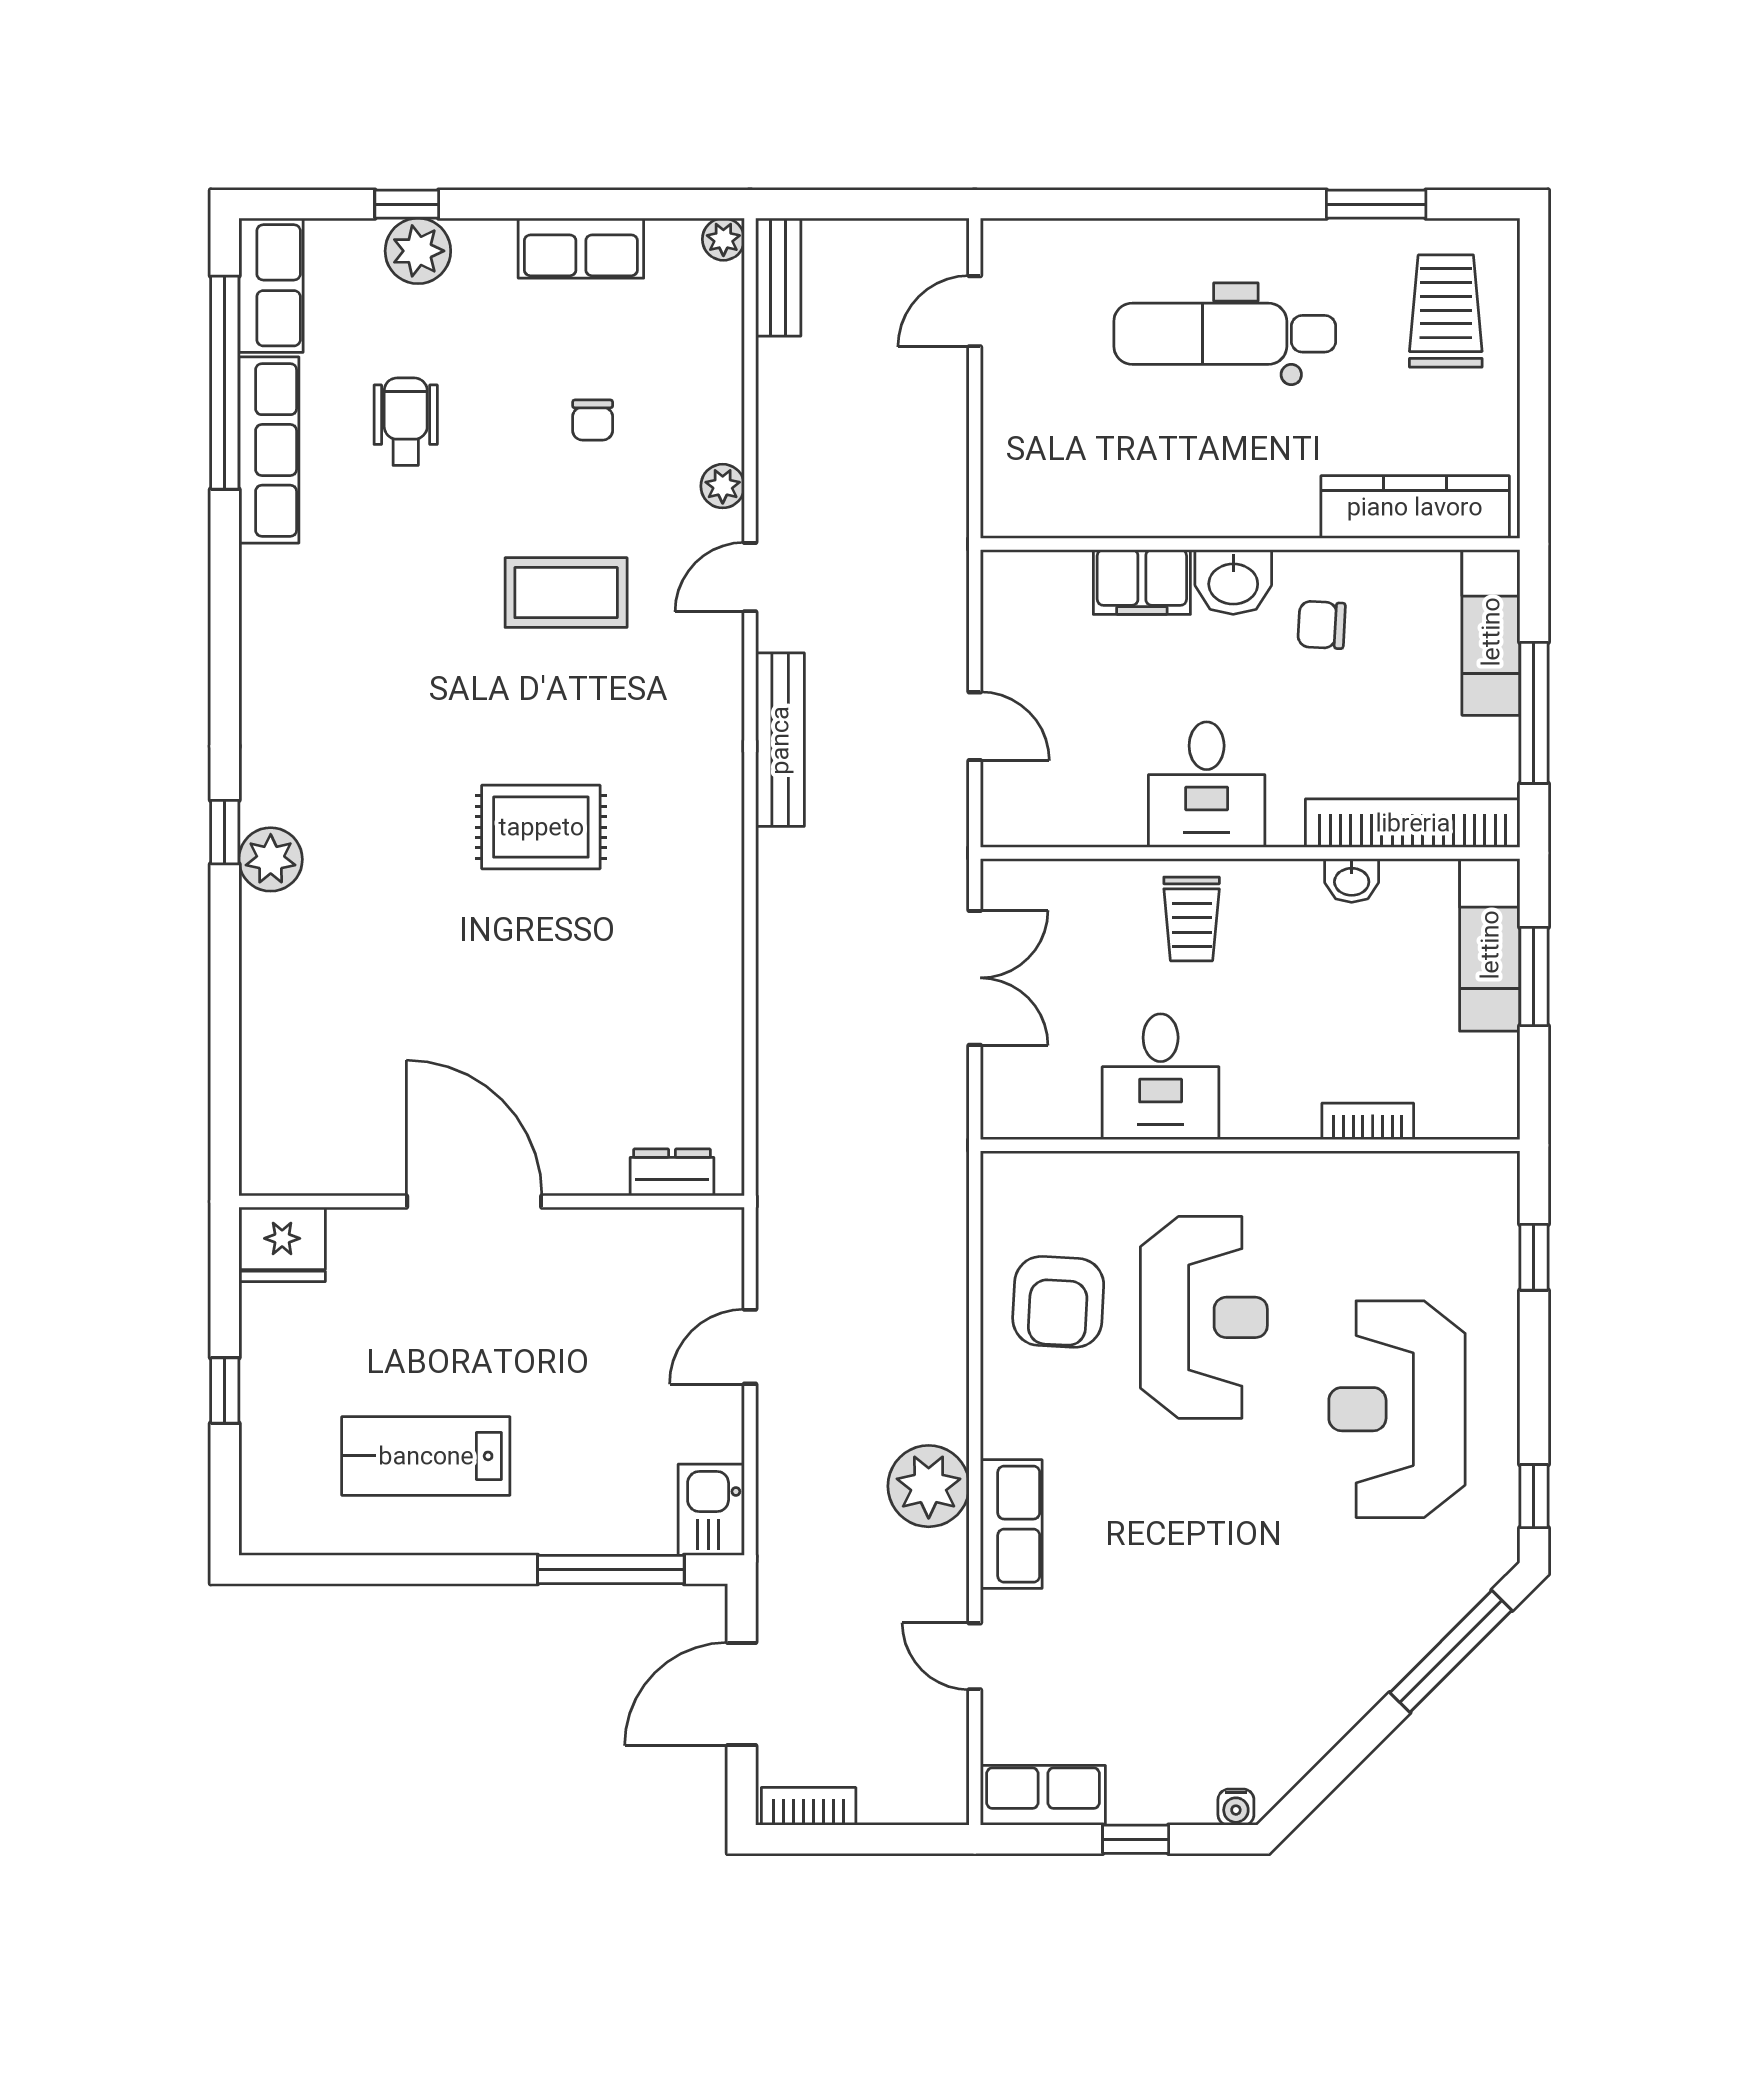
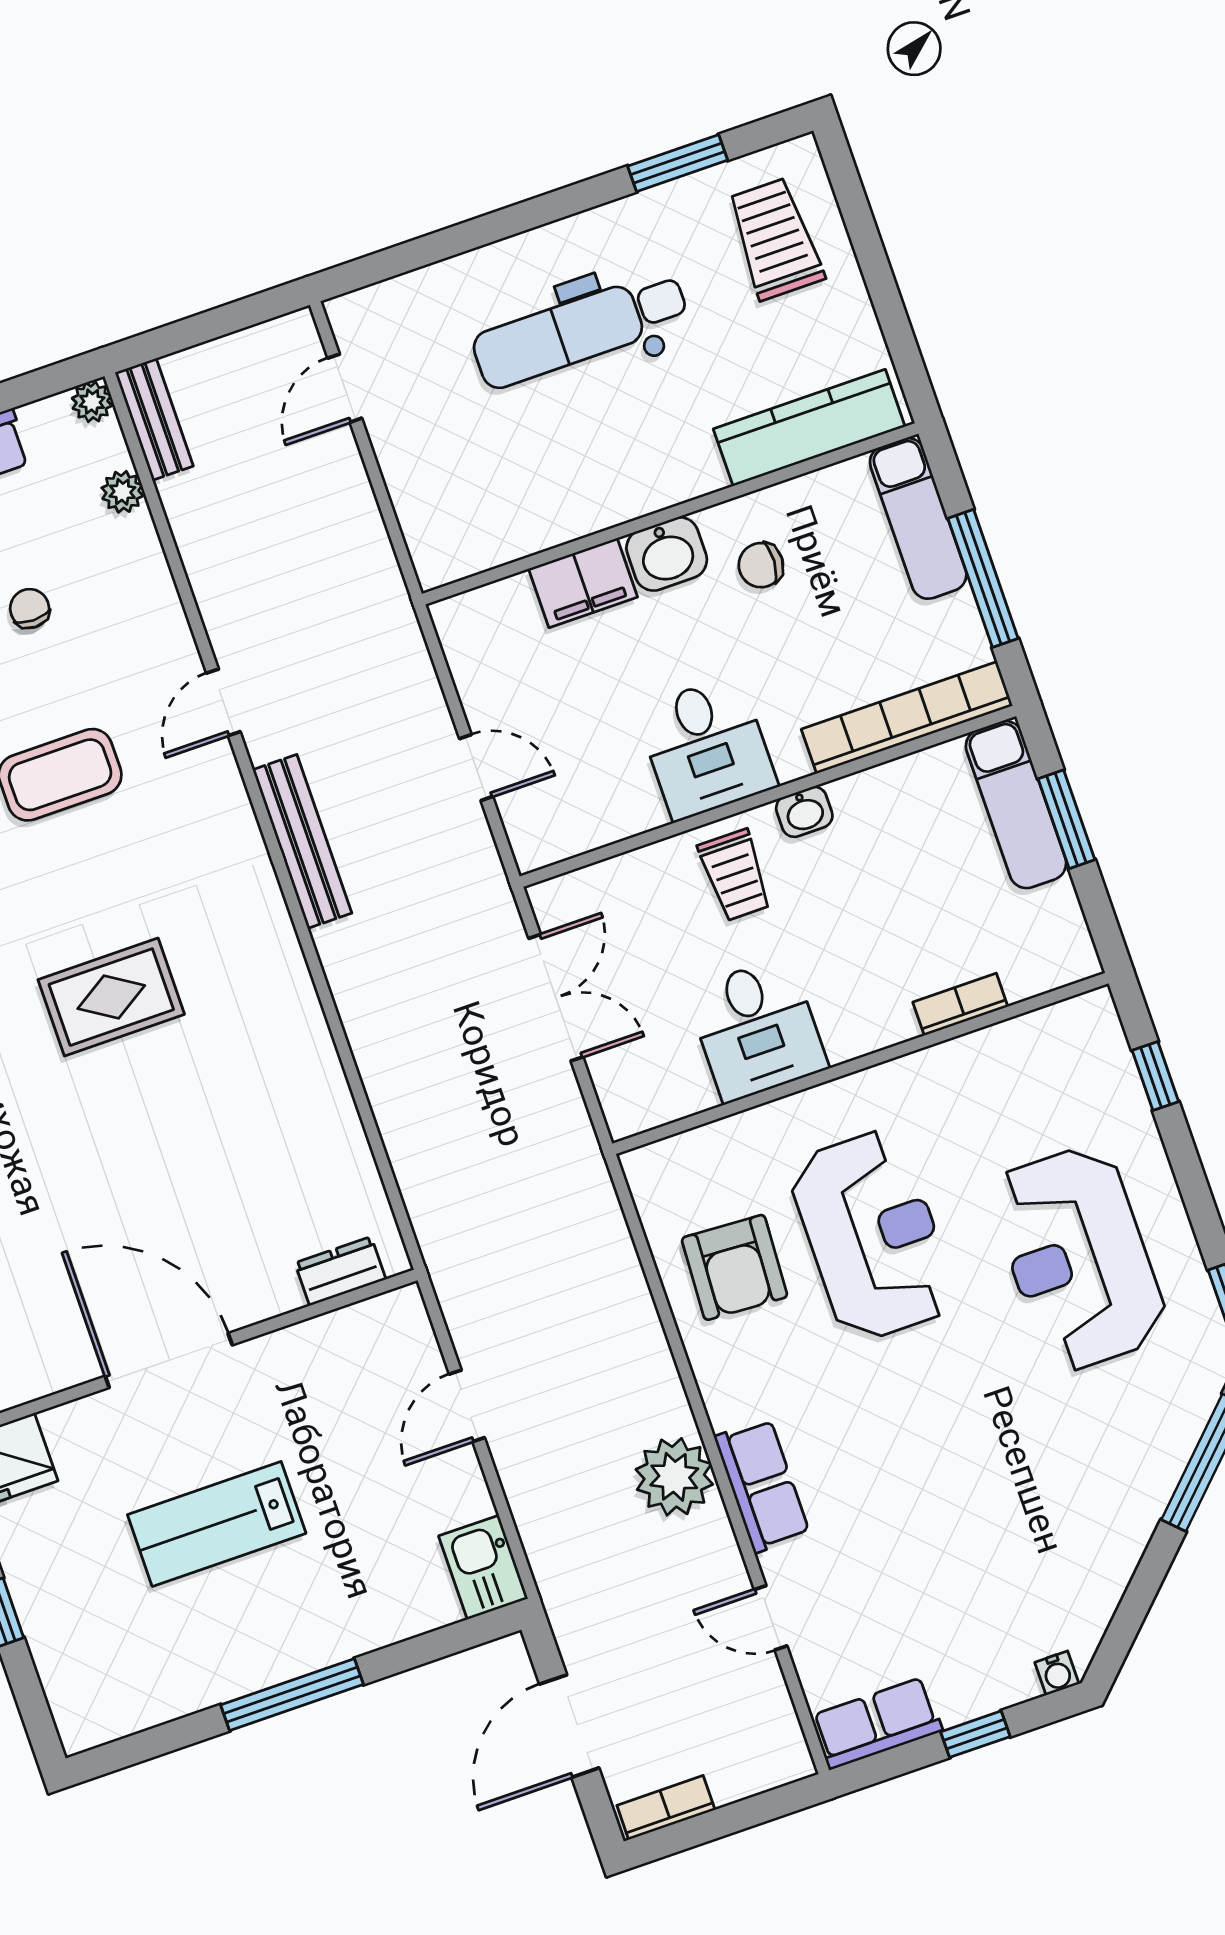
chair: (593, 420) -> (30, 609), turned 180
plant: (723, 486) -> (122, 492), moved
washbasin: (1352, 880) -> (804, 812), moved
lab bench: (426, 1456) -> (217, 1524), moved
window: (611, 1570) -> (292, 1695), moved

